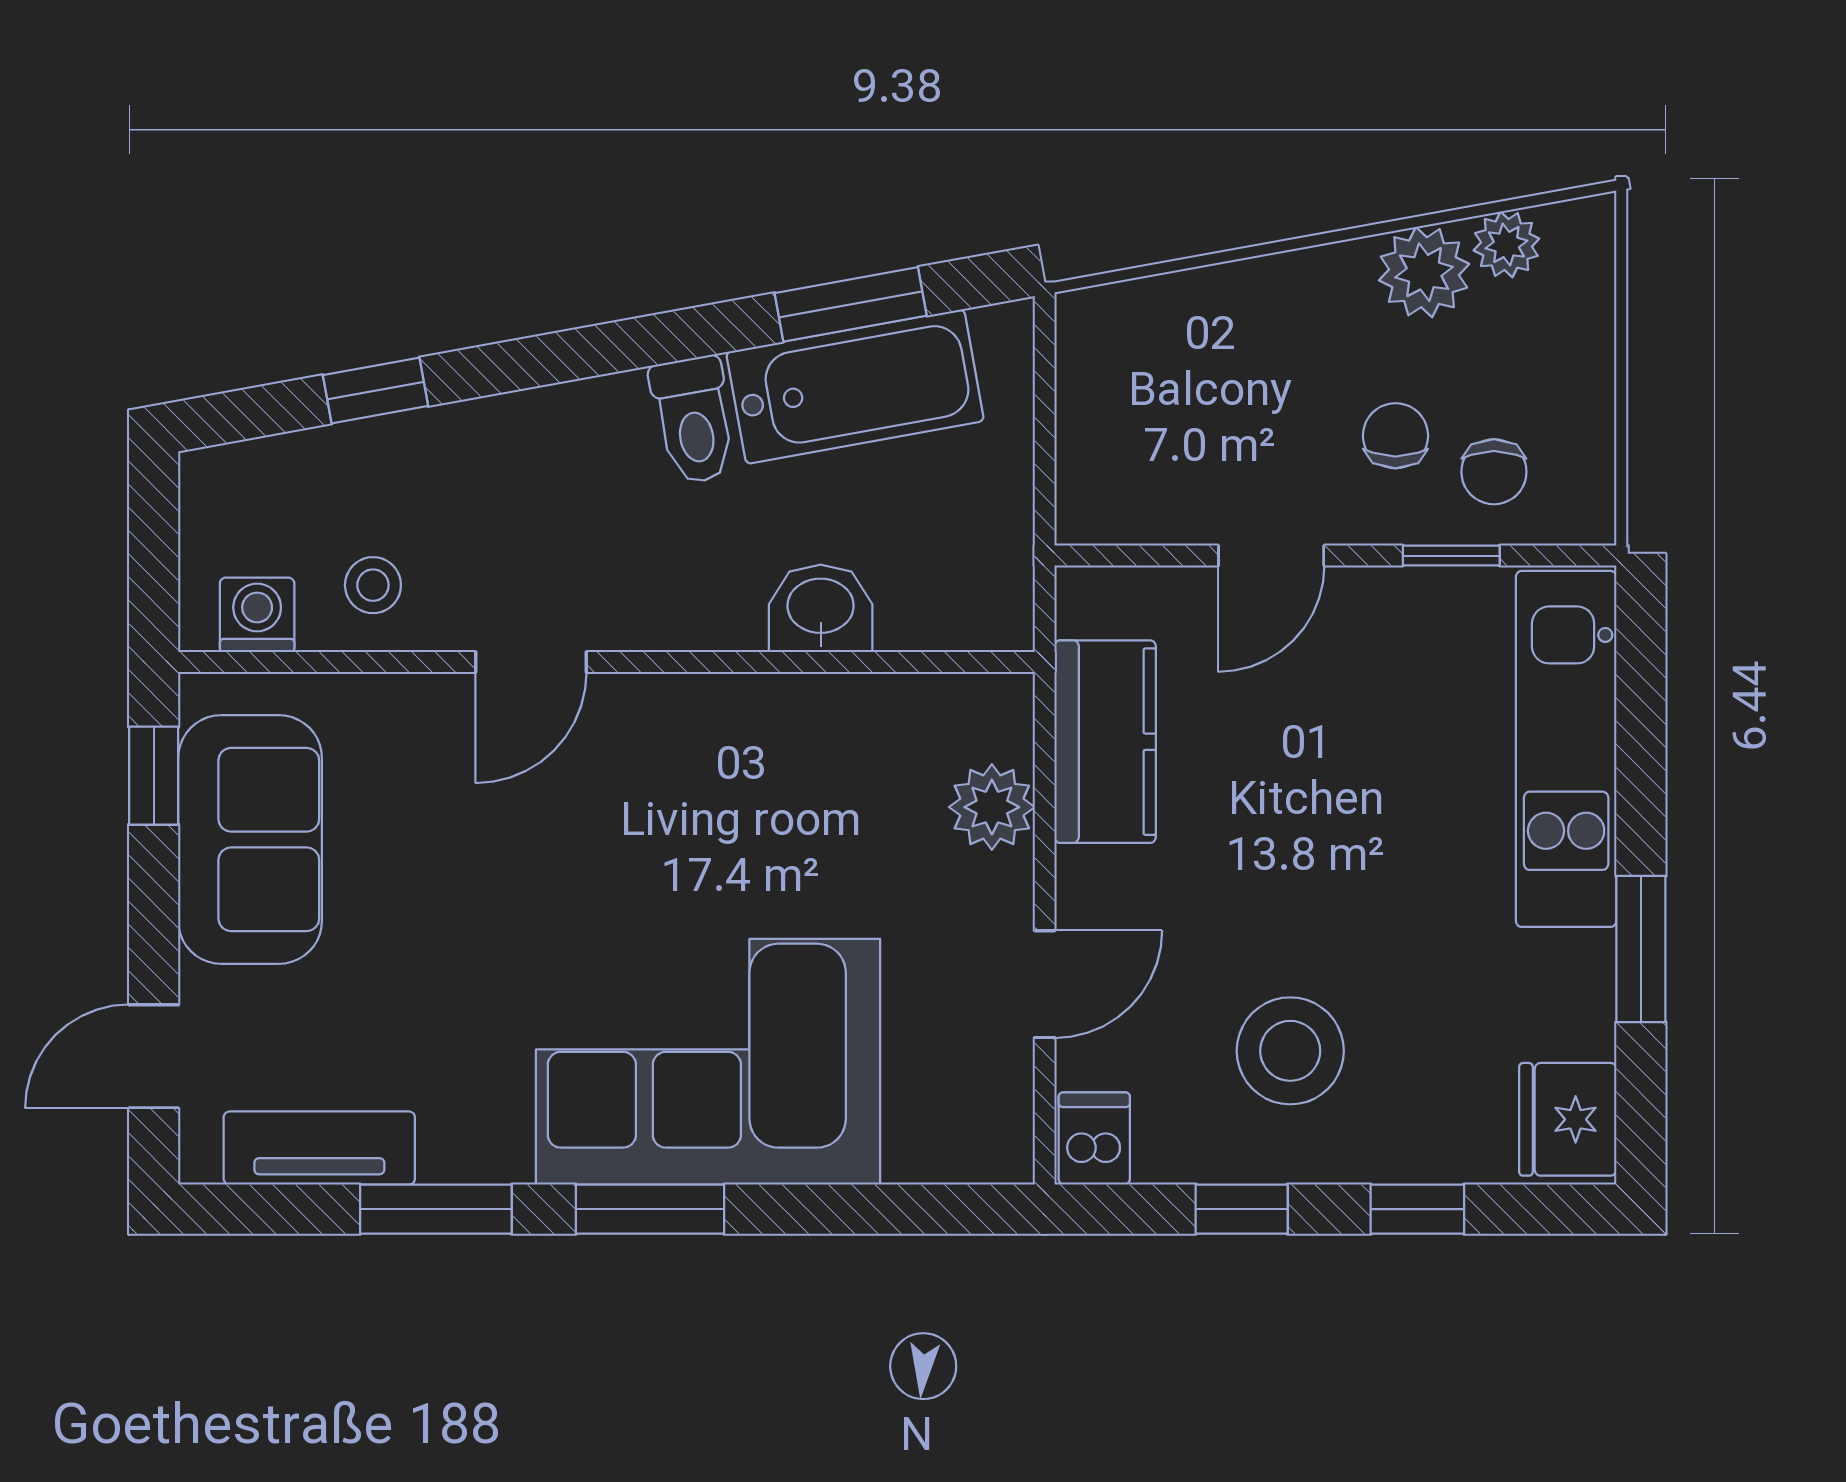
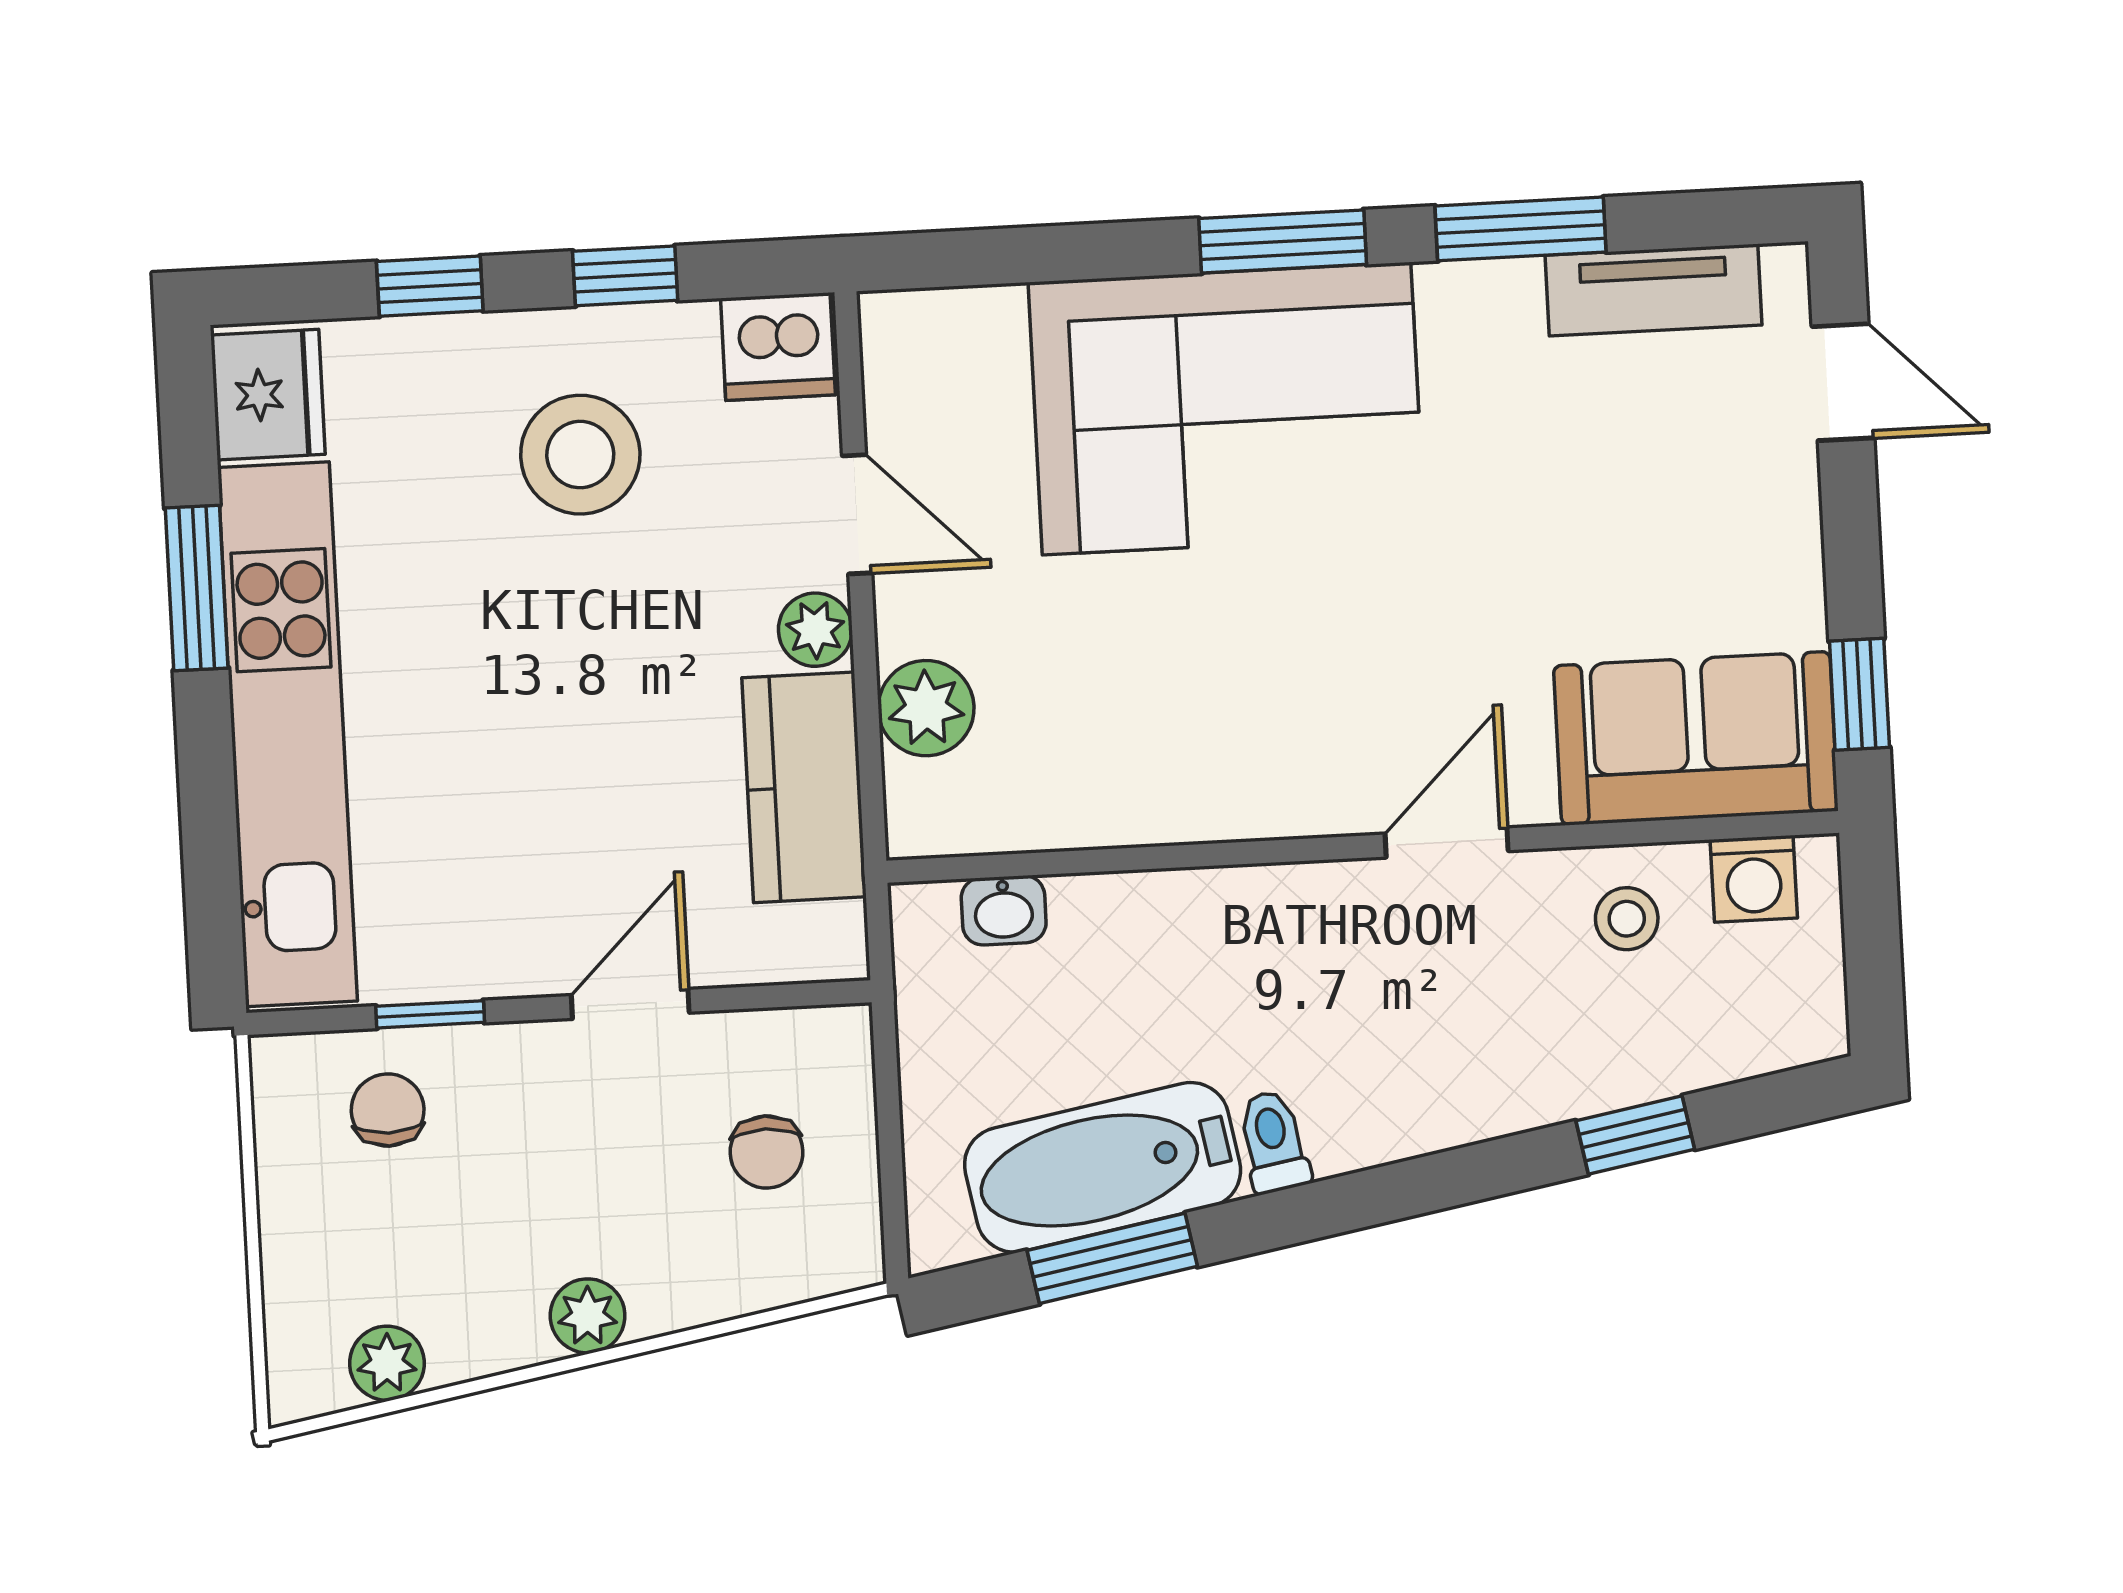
plant: (1424, 272) -> (588, 1316), moved, width x0.73, depth x0.73
toilet: (694, 420) -> (1273, 1142), width x0.73, depth x0.72
chair: (1395, 436) -> (767, 1152), moved
washbasin: (821, 608) -> (1004, 910), moved, width x0.72, depth x0.69
kitchen unit: (1566, 749) -> (288, 734), width x1.36
sofa: (250, 839) -> (1696, 738), moved, turned 90
plant: (1088, 883) -> (815, 630), added
door: (1045, 984) -> (857, 514), swing flipped
door: (154, 1056) -> (1843, 382), hinge flipped
dishwasher: (1094, 1138) -> (778, 347), width x1.38

